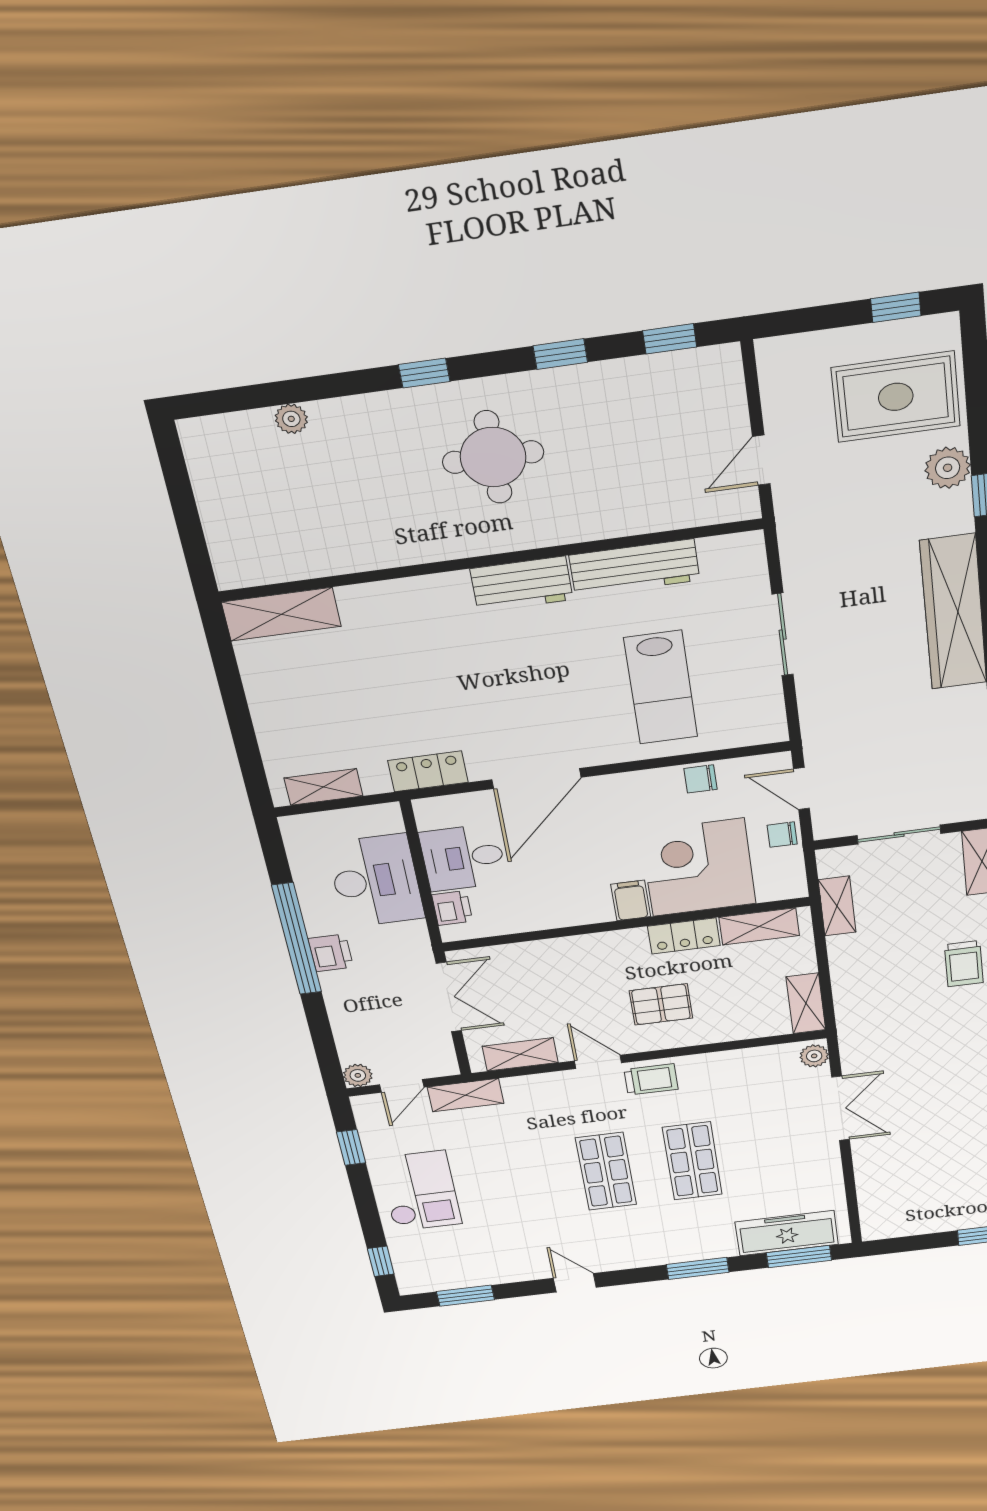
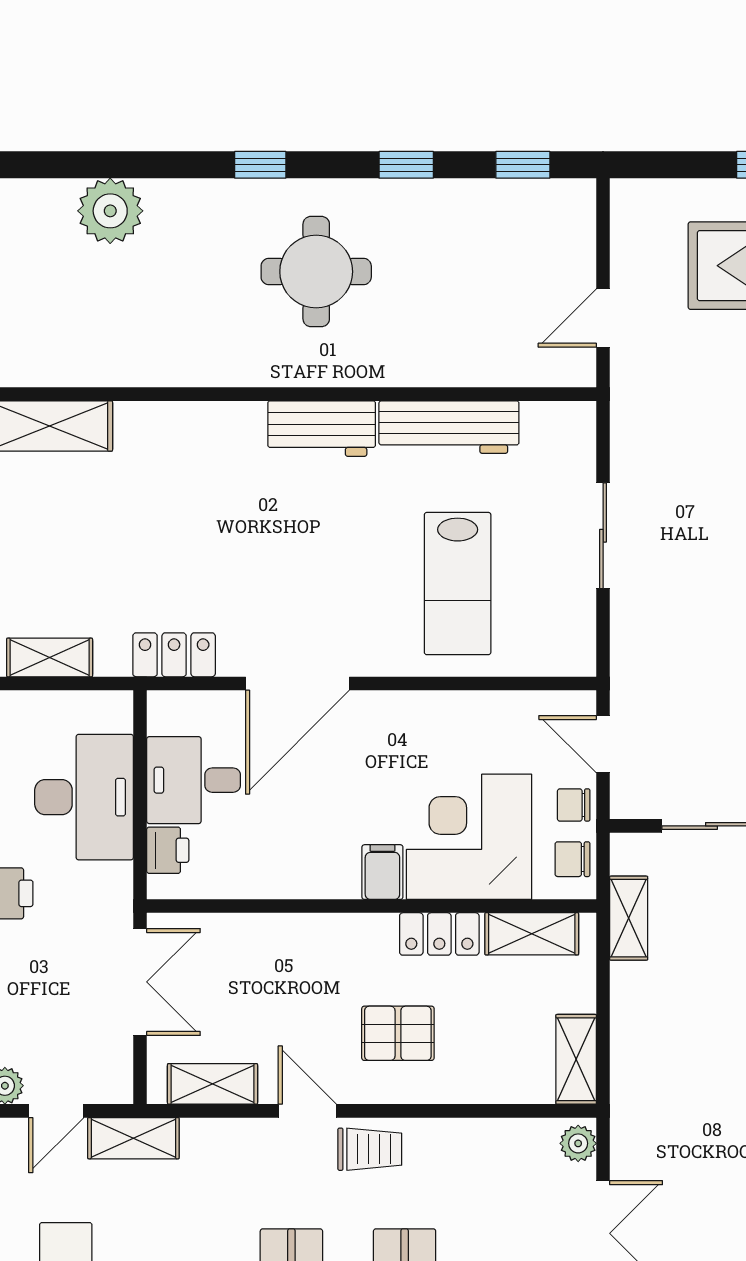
plant: (291, 419) -> (110, 211), width x1.87, depth x1.87
chair: (701, 779) -> (572, 859), moved

